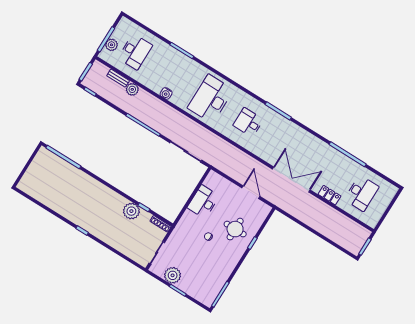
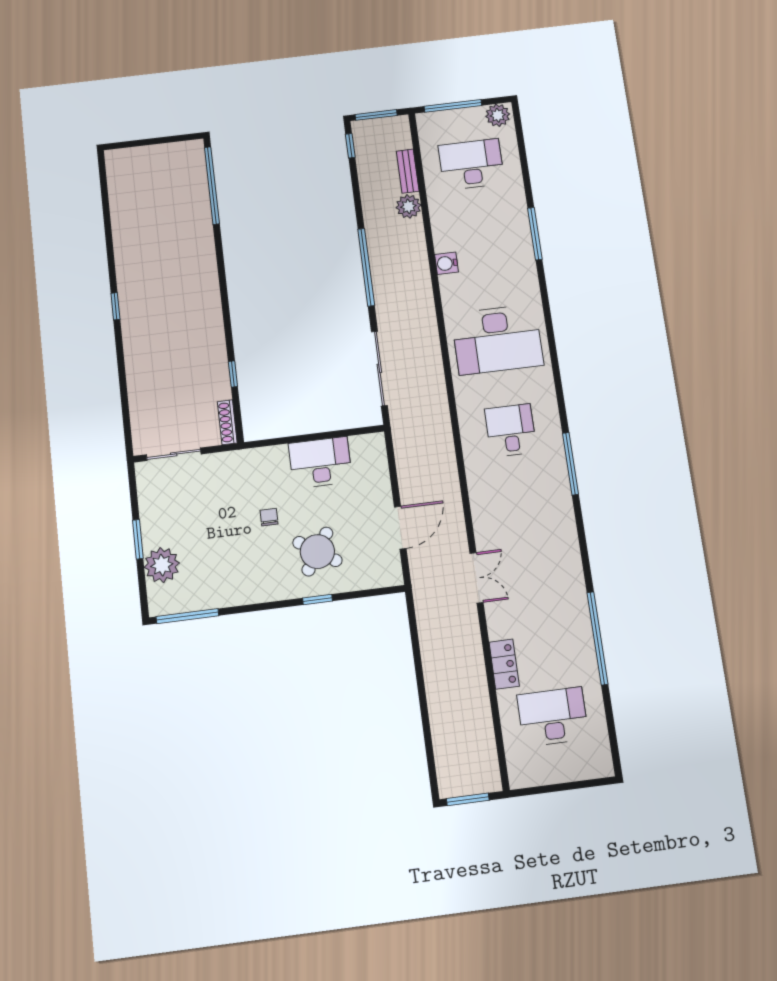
plant: (112, 45) -> (498, 115), moved
desk: (135, 52) -> (471, 164), turned 180
desk: (211, 99) -> (497, 340), turned 180
double door: (291, 180) -> (477, 578), width x0.54
desk: (361, 193) -> (553, 717), turned 180
plant: (131, 211) -> (211, 359), removed
round table: (235, 229) -> (317, 551), turned 33
plant: (173, 275) -> (162, 565), moved

